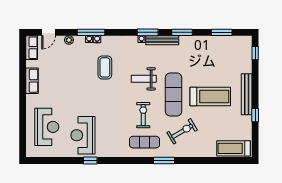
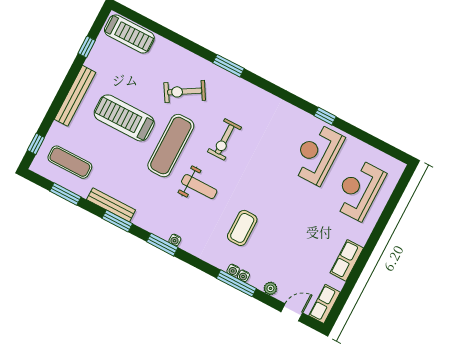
bench: (162, 40) -> (111, 205), moved
window: (255, 115) -> (87, 47), moved
reception desk: (83, 135) -> (317, 154), turned 180
exercise mat: (144, 142) -> (70, 162), moved

